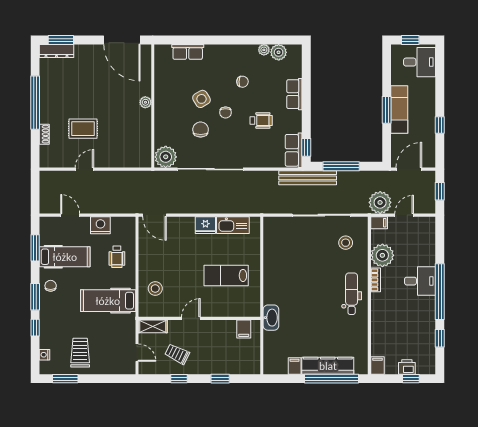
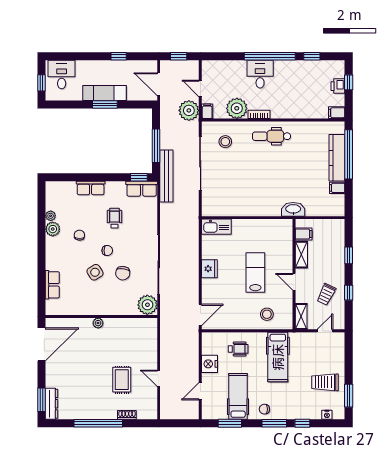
plant: (279, 52) -> (53, 229), moved
chair: (201, 130) -> (123, 273), turned -83
kitchen sink: (233, 225) -> (216, 227), moved, turned 90
lab bench: (226, 275) -> (255, 272), moved, turned 180
shelving: (221, 326) -> (301, 255), added

